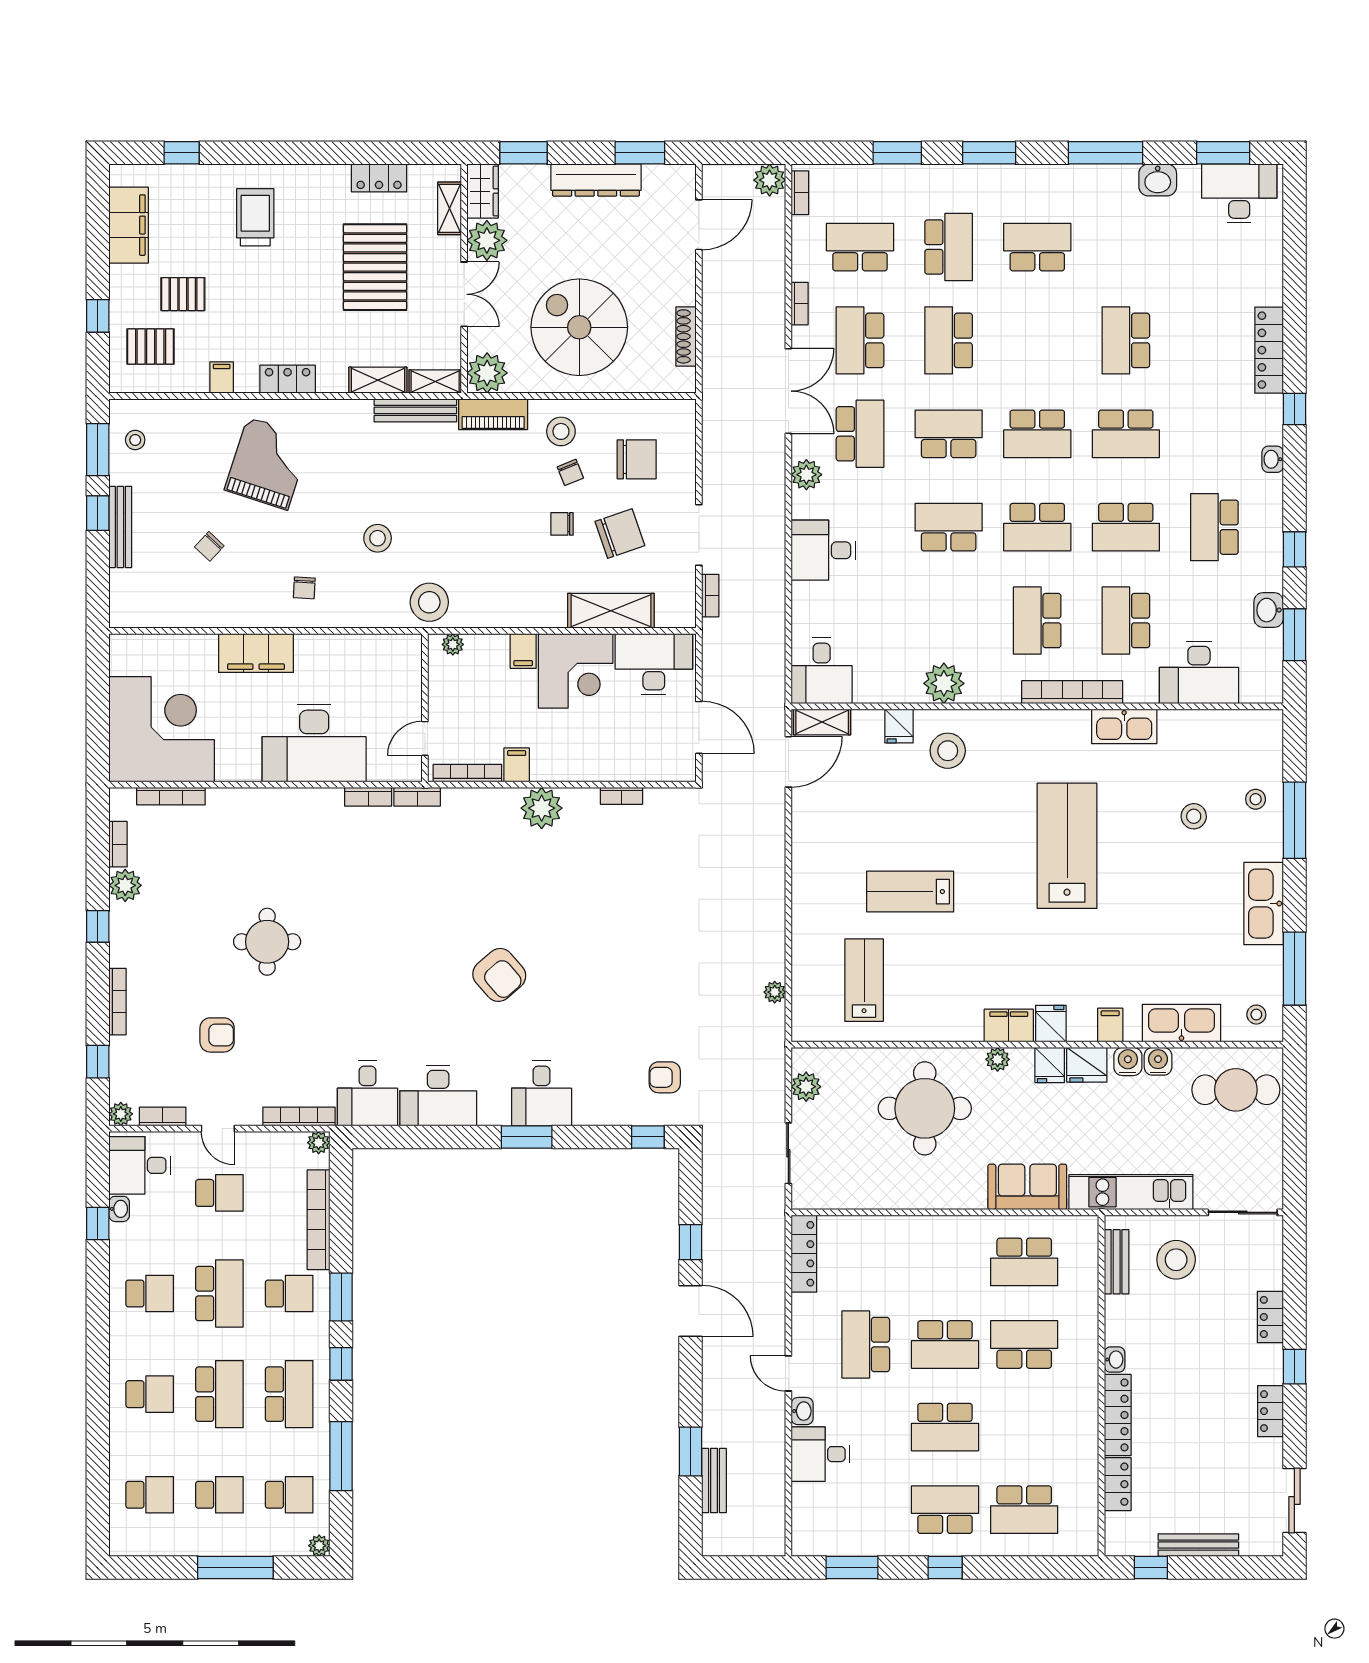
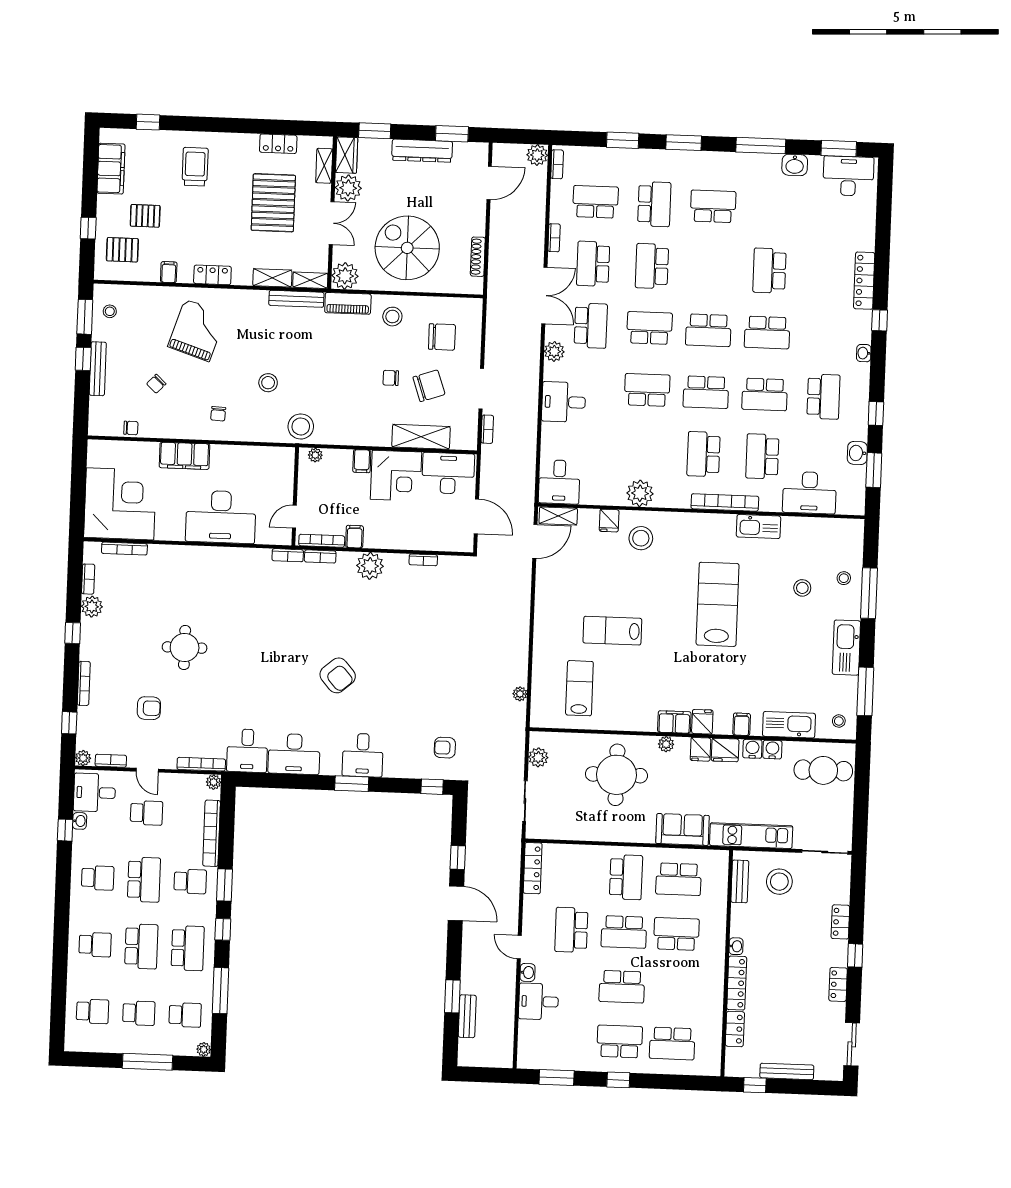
chair: (570, 472) -> (131, 428), moved, turned -68
school desk: (1214, 527) -> (823, 397), turned 180
bookcase: (368, 797) -> (320, 556), moved
school desk: (945, 1262) -> (626, 877), added

